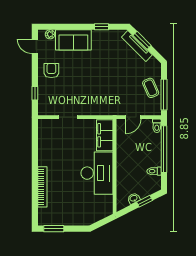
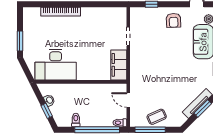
armchair: (51, 71) -> (174, 20), turned 88
filing cabinet: (105, 135) -> (119, 65), moved, turned -90
desk: (97, 173) -> (56, 65), moved
window: (54, 229) -> (20, 41), moved

